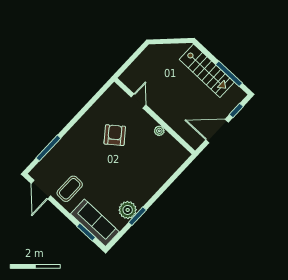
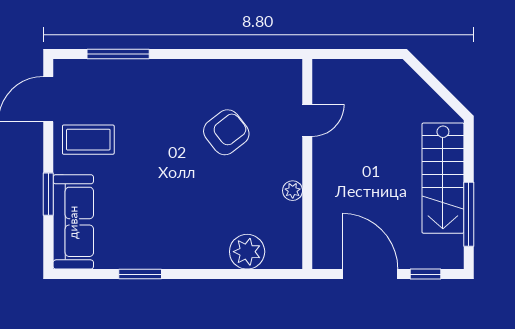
plant: (128, 210) -> (247, 252), moved
window: (86, 232) -> (48, 194), moved

